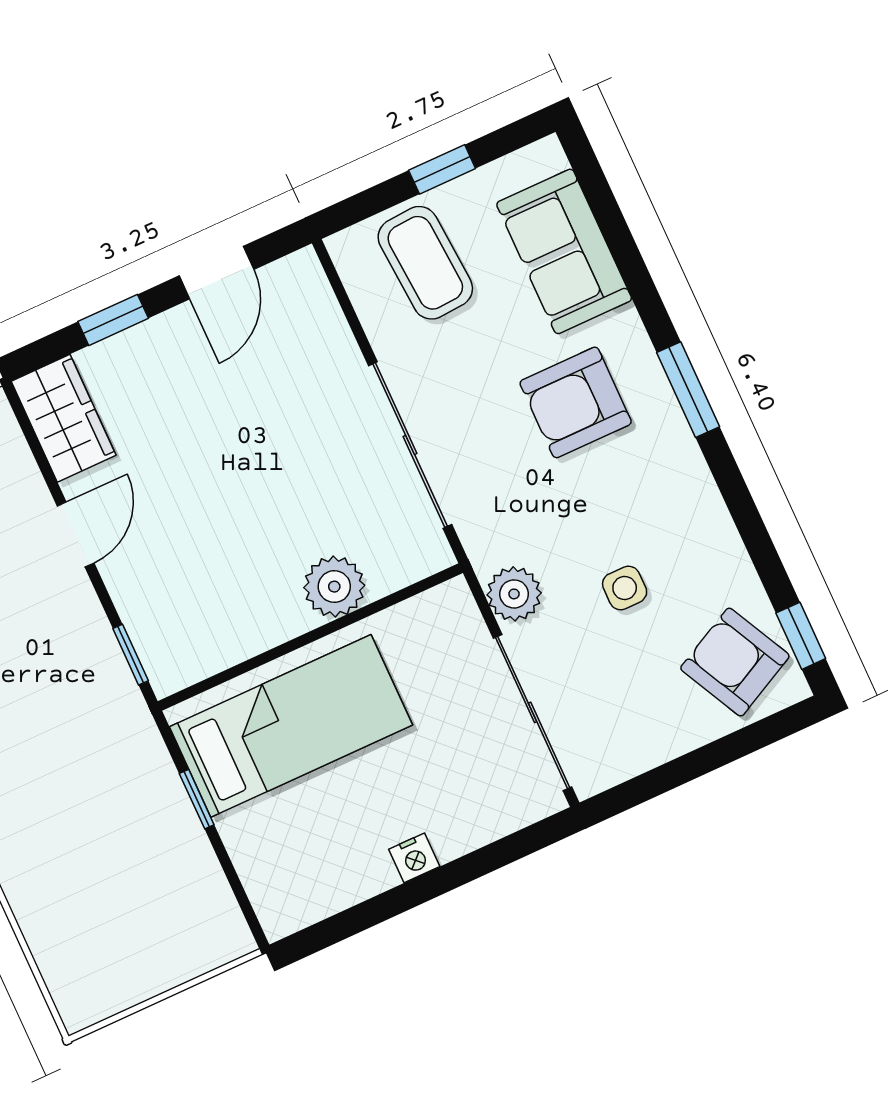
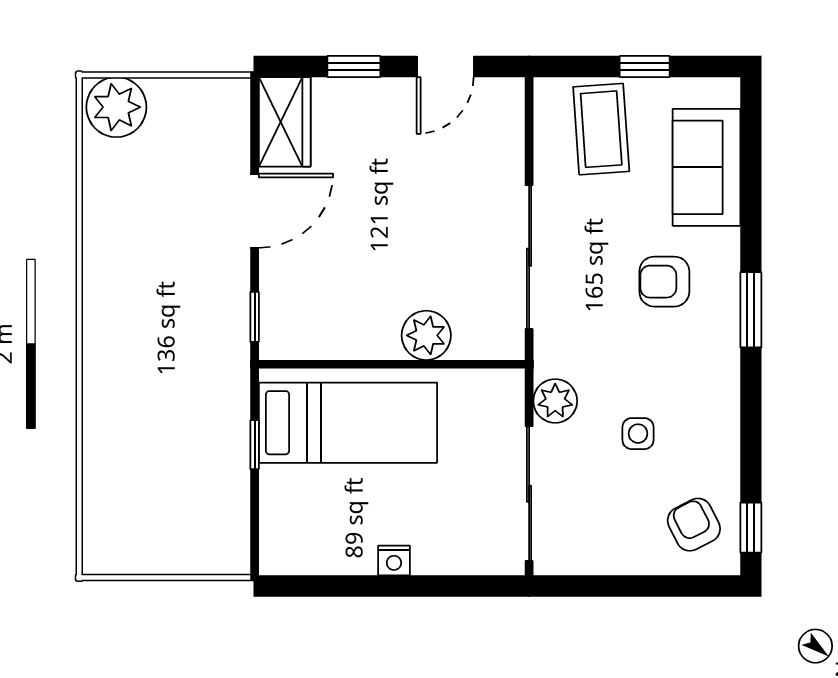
armchair: (576, 402) -> (664, 282), width x0.72, depth x0.72
door: (76, 534) -> (255, 211), width x1.38
armchair: (735, 662) -> (694, 525), width x0.72, depth x0.72

